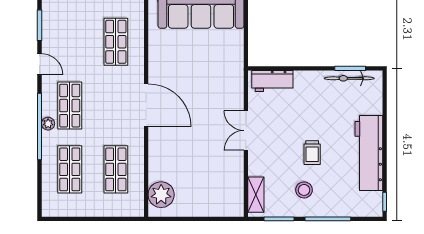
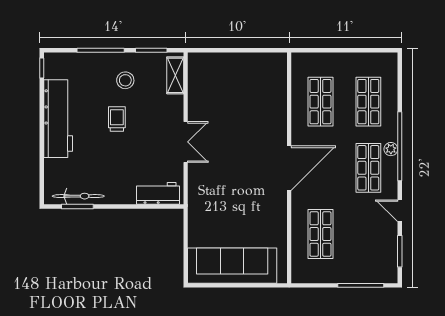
door: (146, 105) -> (289, 168), swing flipped
plant: (161, 195) -> (274, 75), removed

